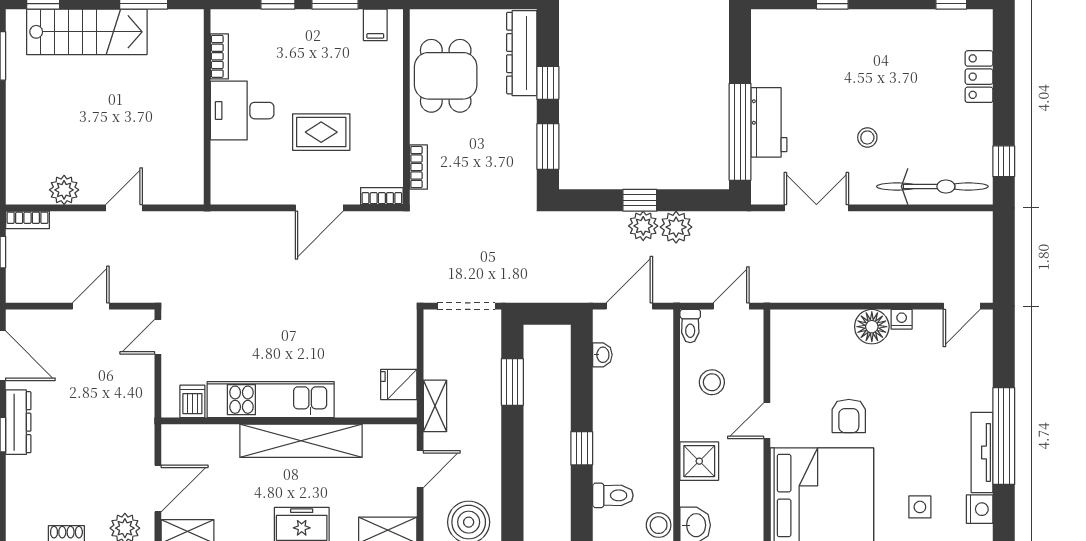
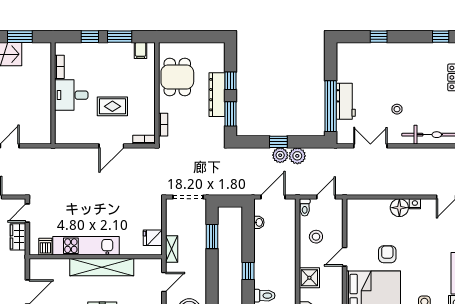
dresser: (522, 53) -> (217, 95), moved
wardrobe: (140, 383) -> (18, 237), added
armchair: (849, 416) -> (387, 254), turned 180

